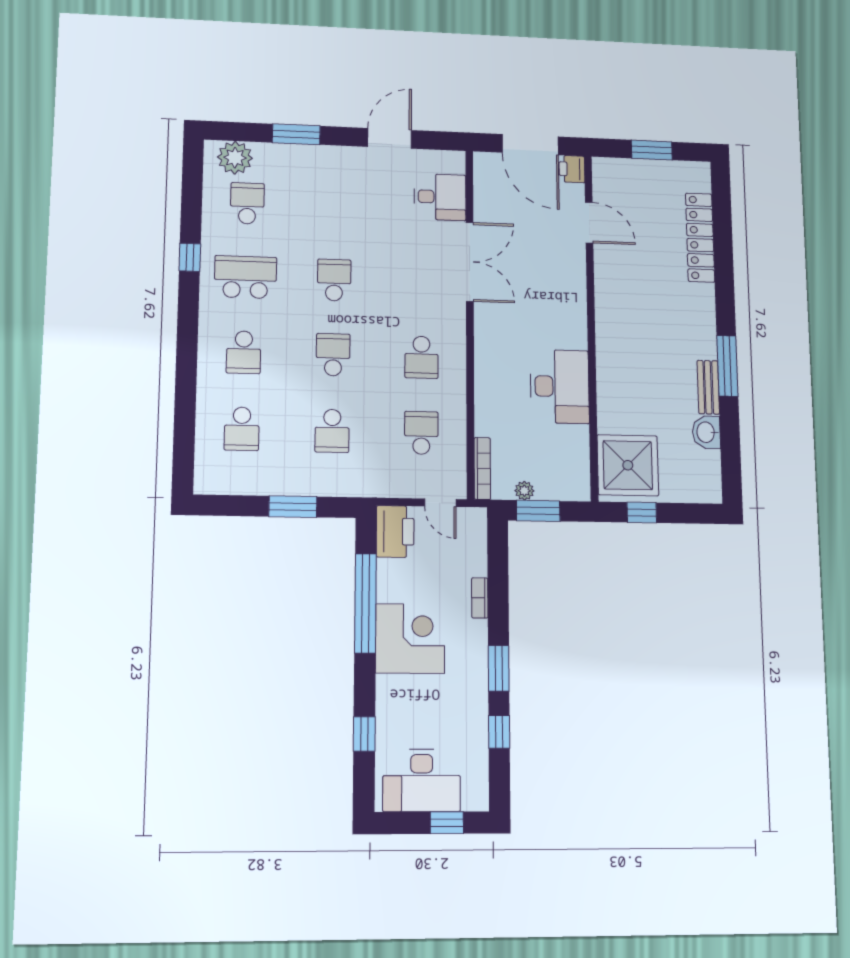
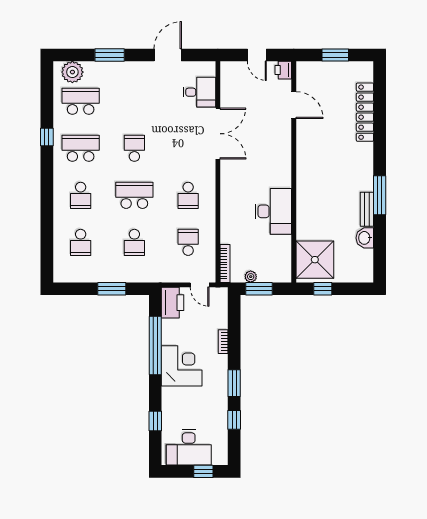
door: (530, 145) -> (257, 55), width x0.53
school desk: (247, 203) -> (81, 101), width x1.85
school desk: (333, 355) -> (134, 195), width x1.85

